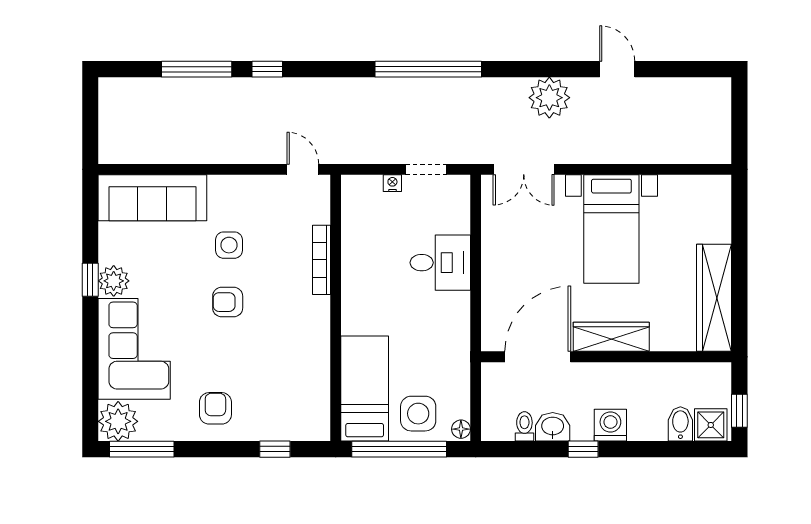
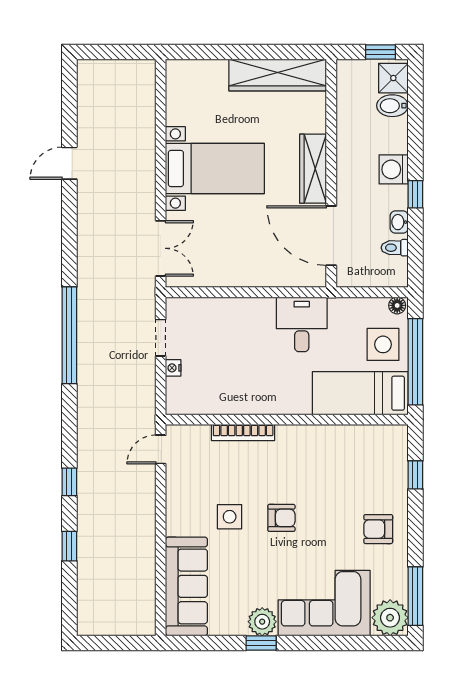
window: (197, 69) -> (69, 546), width x0.46
plant: (549, 98) -> (95, 225), removed
desk: (440, 263) -> (302, 324), moved
armchair: (228, 302) -> (281, 518), turned -90
washbasin: (553, 427) -> (399, 222), width x0.72, depth x0.69

